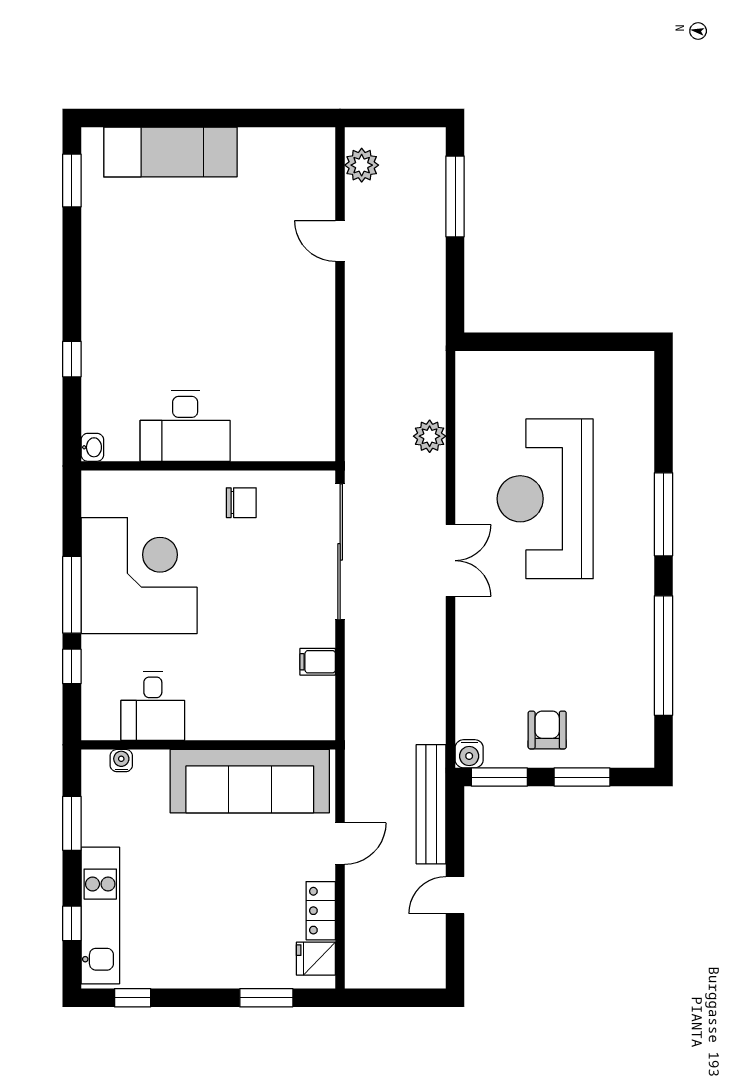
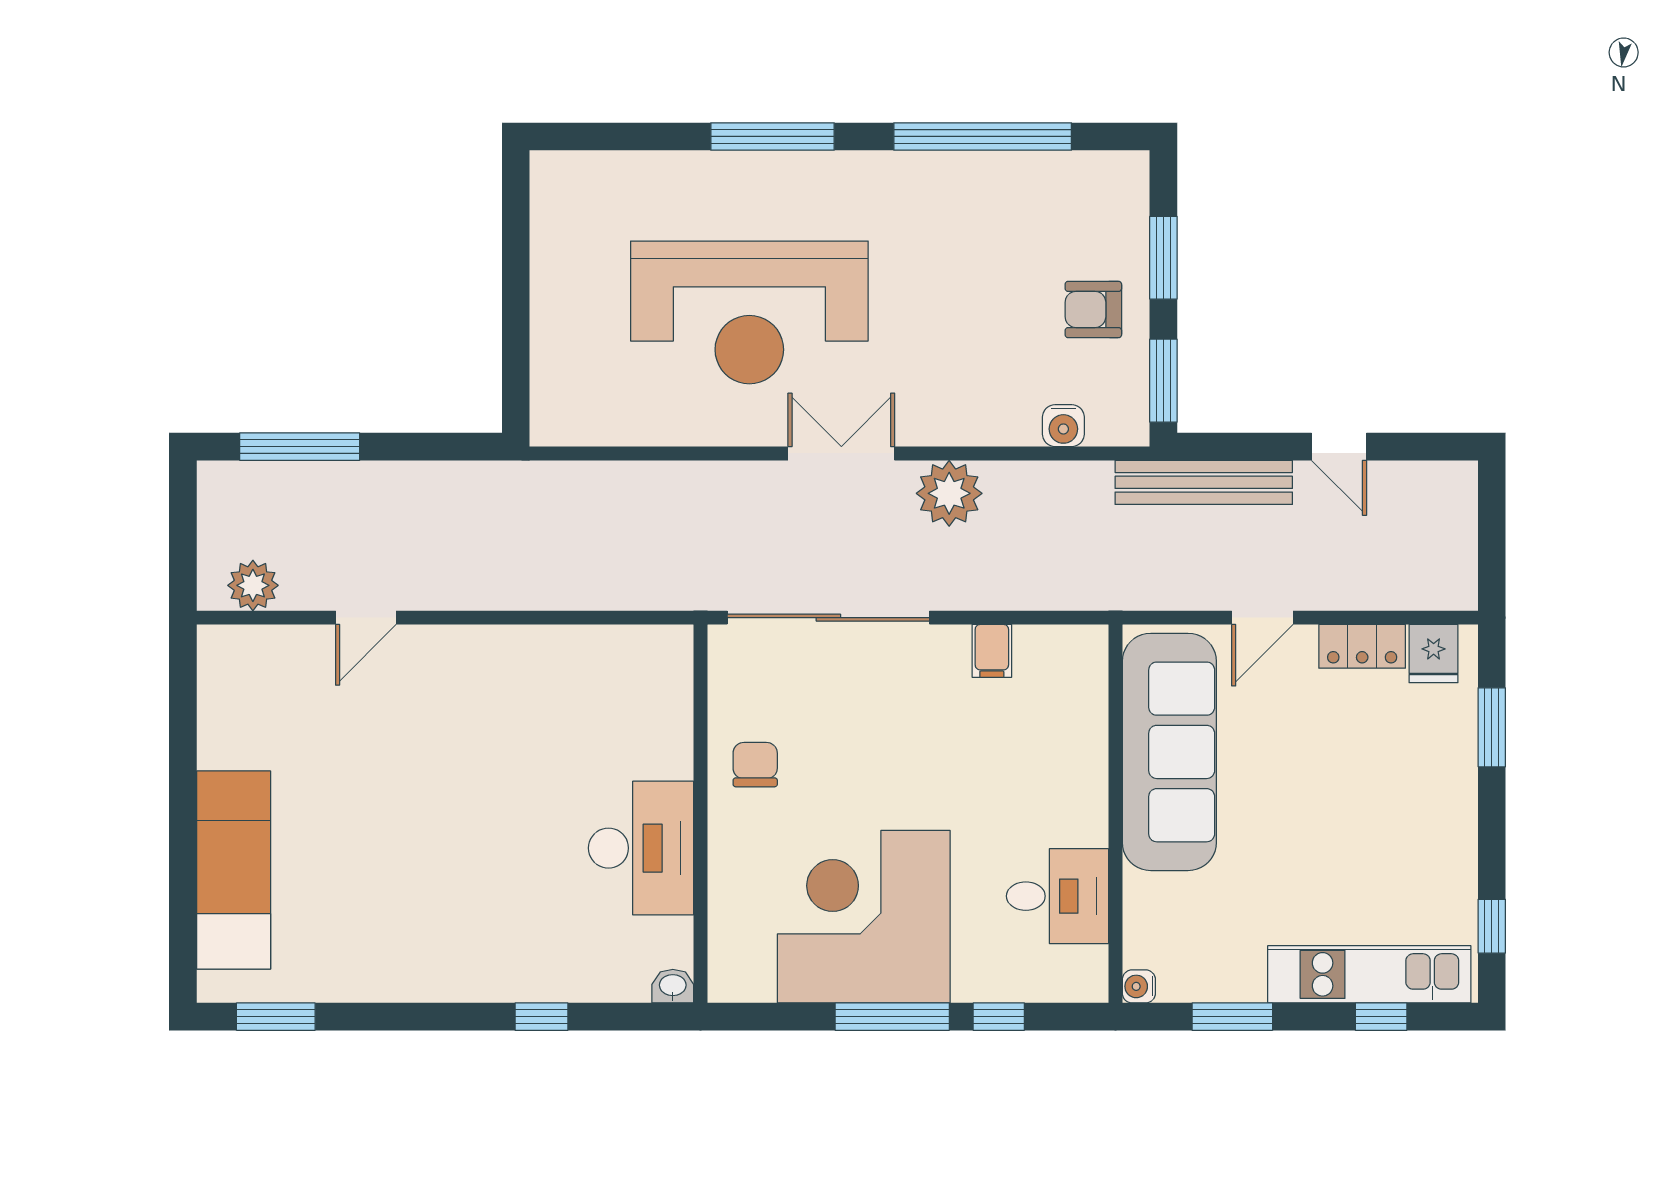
plant: (430, 436) -> (949, 493), moved, width x1.36, depth x1.36
water cooler: (469, 754) -> (1063, 426), moved, turned 90
water cooler: (121, 761) -> (1139, 986), moved
door: (340, 844) -> (1262, 618), swing flipped

